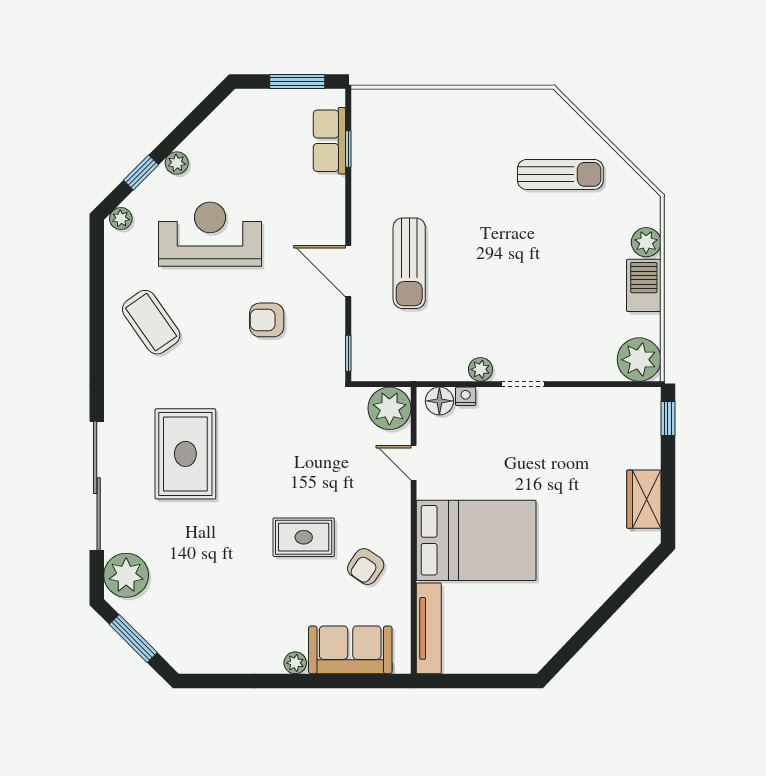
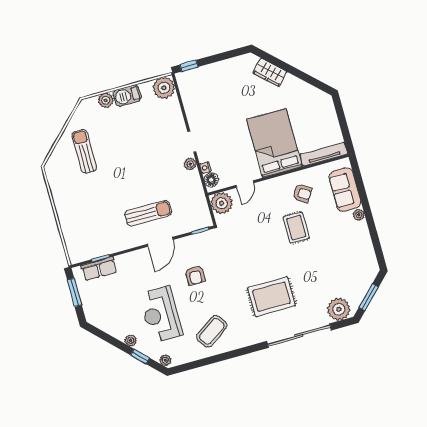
wardrobe: (644, 499) -> (270, 72), moved, turned 44

